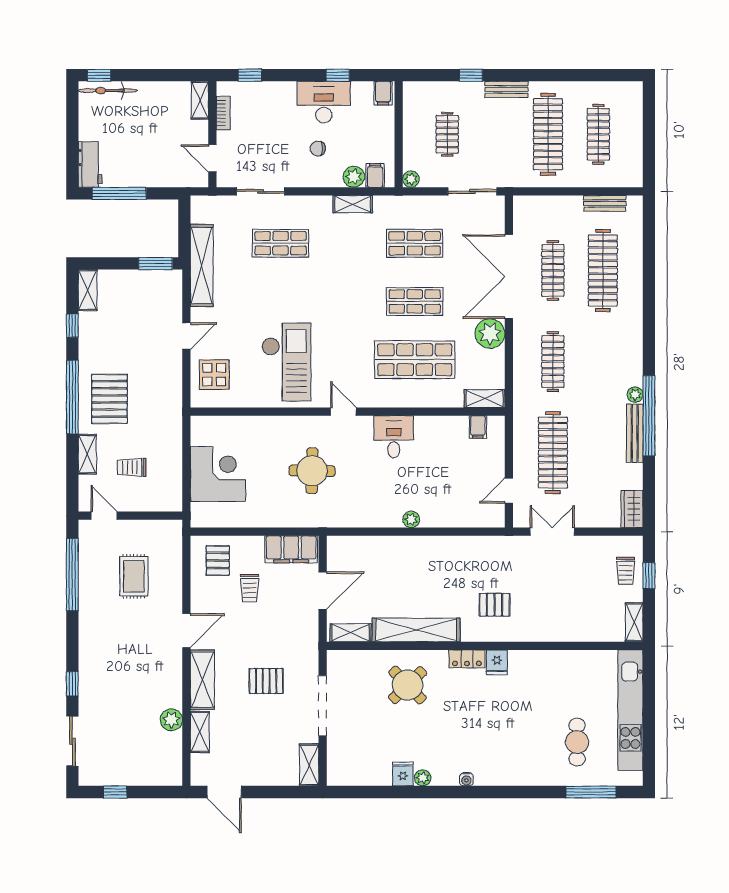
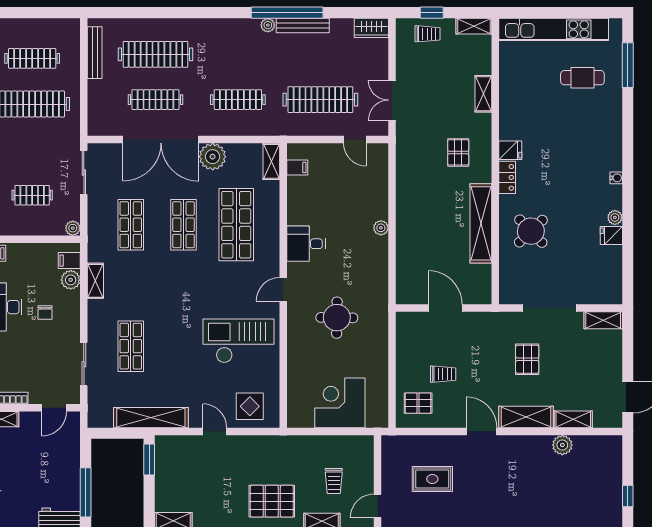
bench: (605, 203) -> (95, 53), width x1.36
filing cabinet: (291, 549) -> (408, 337), removed
shelving: (351, 633) -> (483, 94), moved

